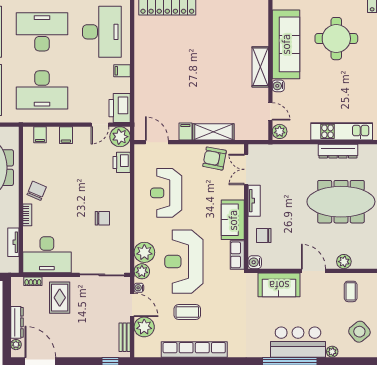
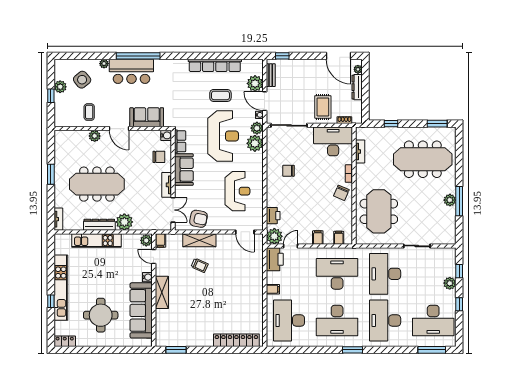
trolley: (213, 100) -> (200, 265), added
filing cabinet: (185, 131) -> (160, 240), moved
plant: (307, 155) -> (124, 222), added

